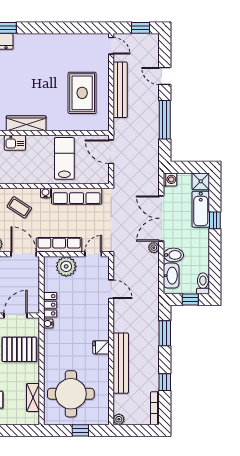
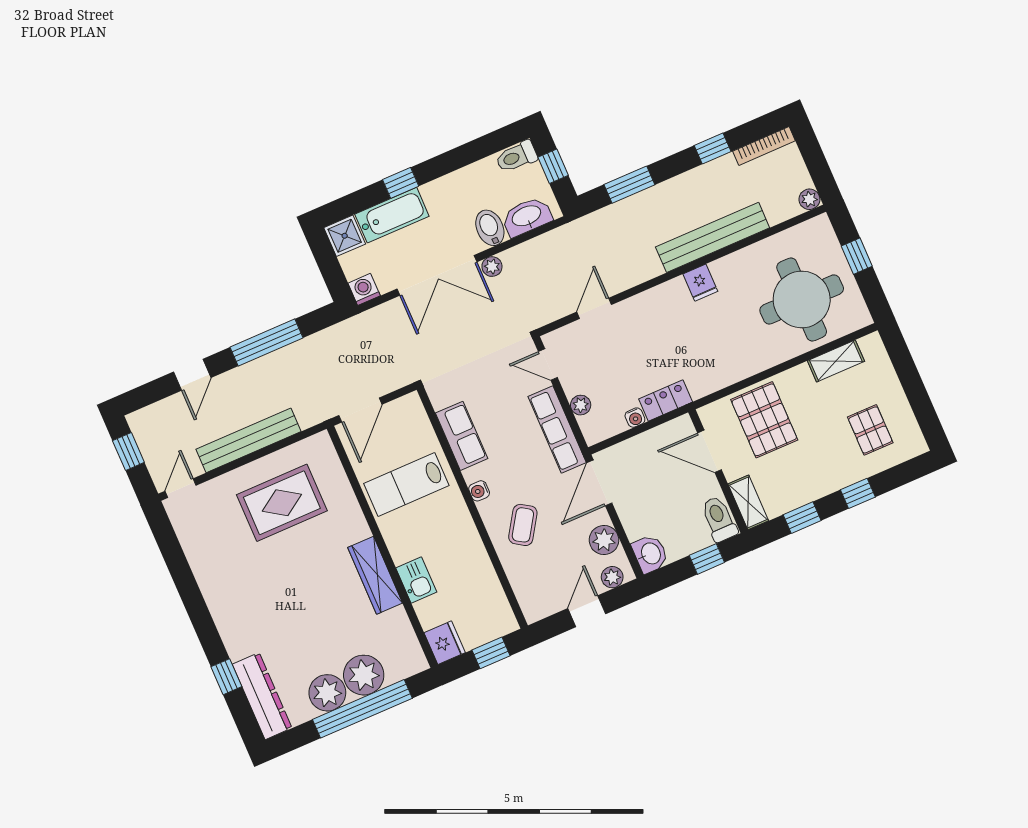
row of seats: (77, 196) -> (462, 436), width x0.68
plant: (66, 266) -> (581, 405), width x0.53, depth x0.53
water cooler: (48, 324) -> (635, 418), moved

